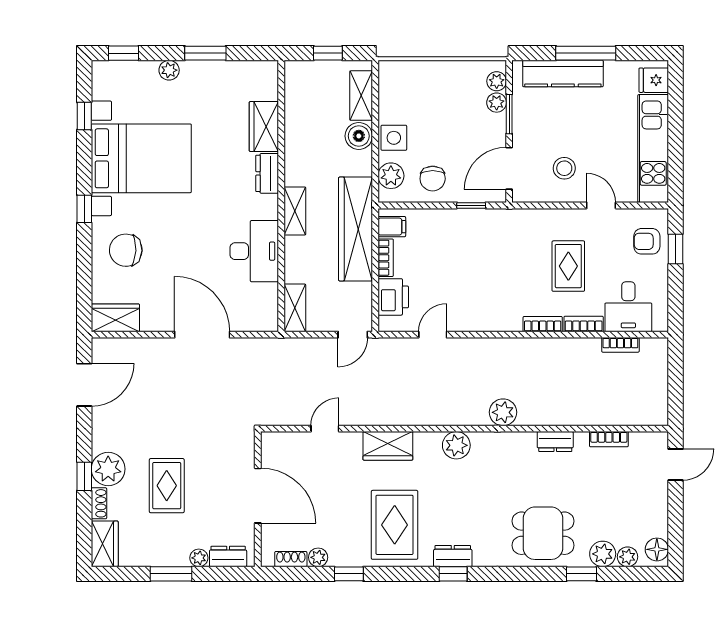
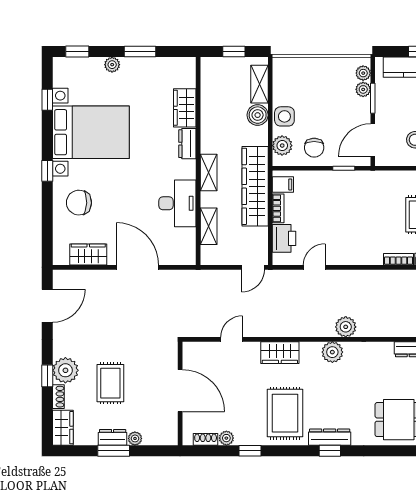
shelving: (295, 308) -> (209, 226), moved
wardrobe: (115, 318) -> (88, 254), moved
plant: (503, 412) -> (346, 327), moved
dresser: (228, 556) -> (113, 437), moved
dresser: (453, 556) -> (330, 437), width x1.44

